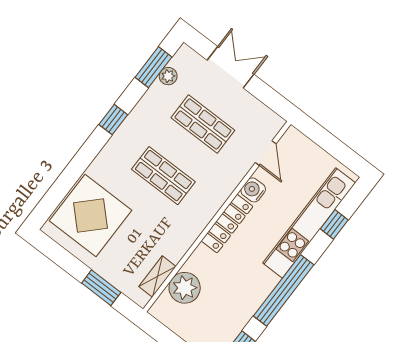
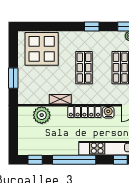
shelving: (157, 277) -> (60, 99), moved

